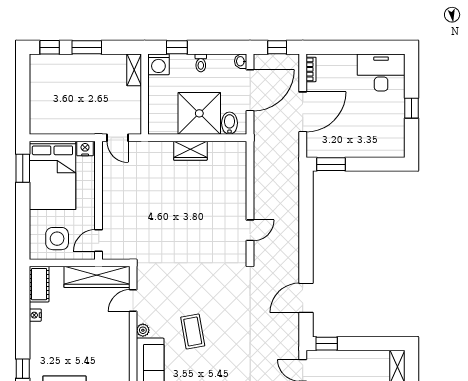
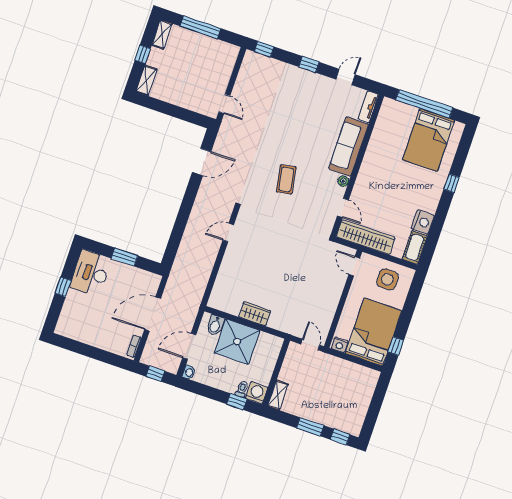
toilet: (201, 63) -> (242, 389), moved
desk: (381, 72) -> (91, 273), moved, turned 90
door: (250, 90) -> (189, 346), width x0.73
window: (331, 164) -> (125, 257), moved
window: (23, 168) -> (396, 346), width x0.67
door: (99, 240) -> (354, 266), swing flipped
door: (133, 300) -> (343, 208), hinge flipped
nightstand: (35, 315) -> (423, 222), width x1.89, depth x1.79
coffee table: (193, 331) -> (286, 179), moved
window: (327, 344) -> (198, 119), removed

